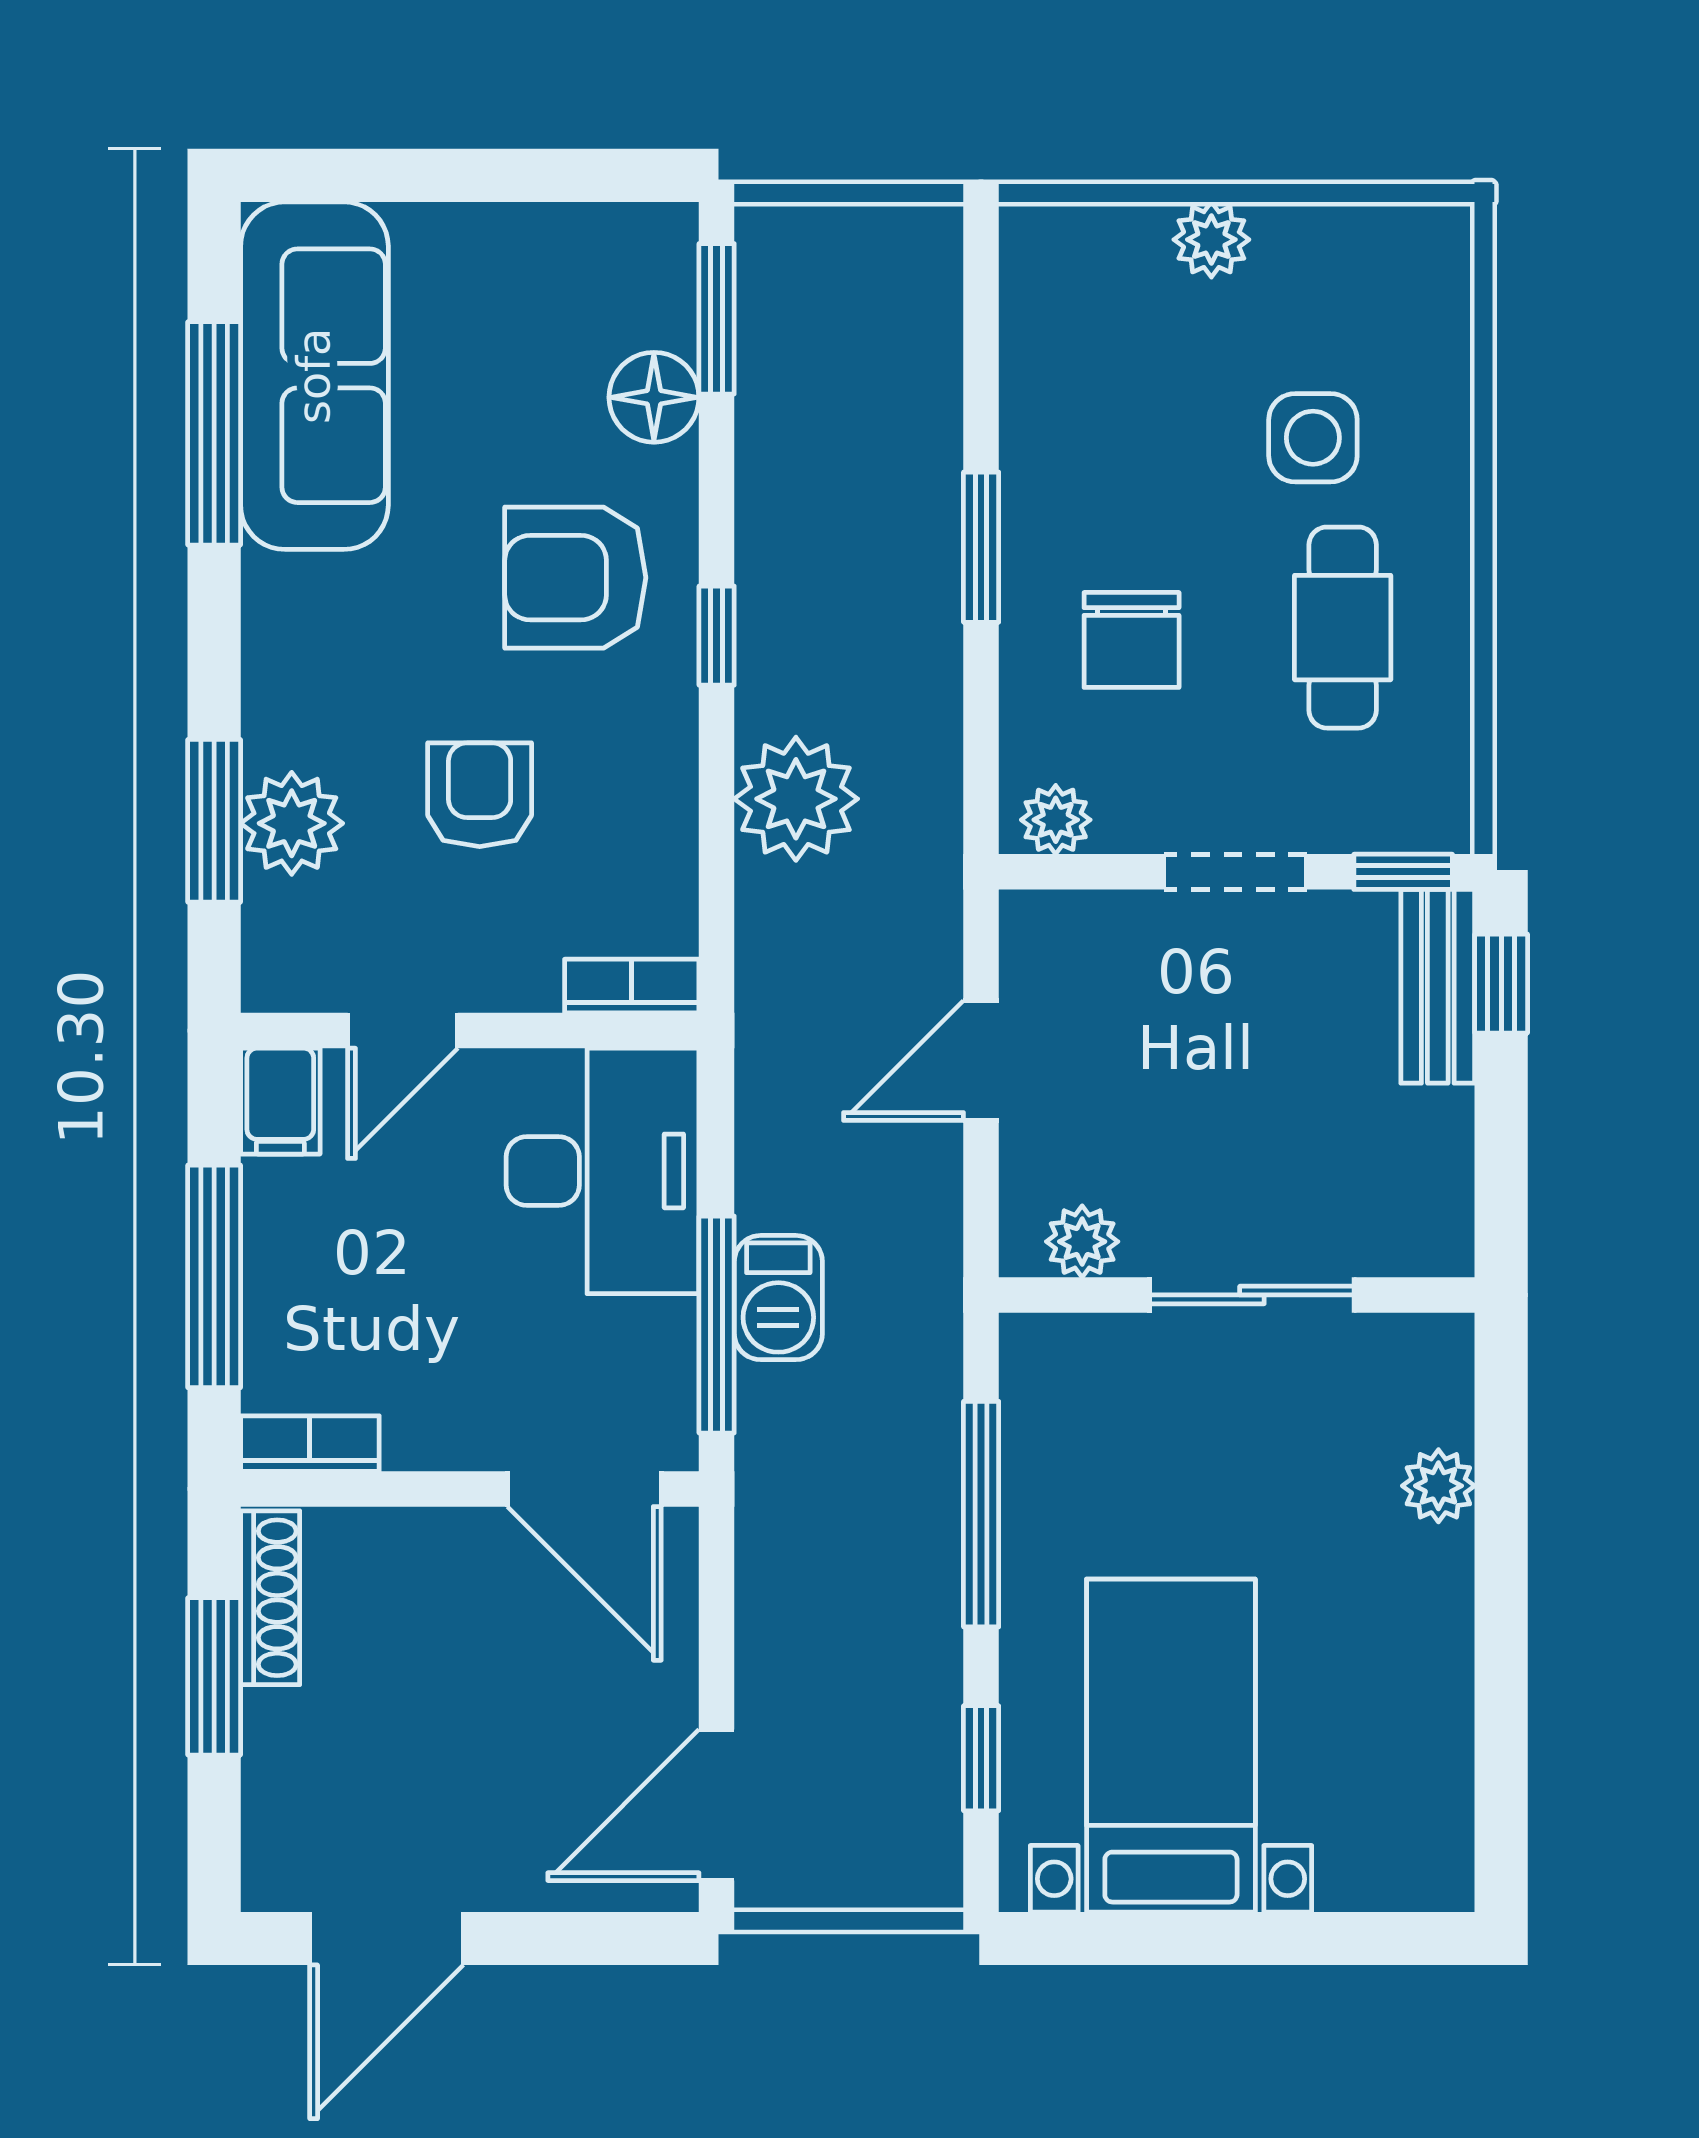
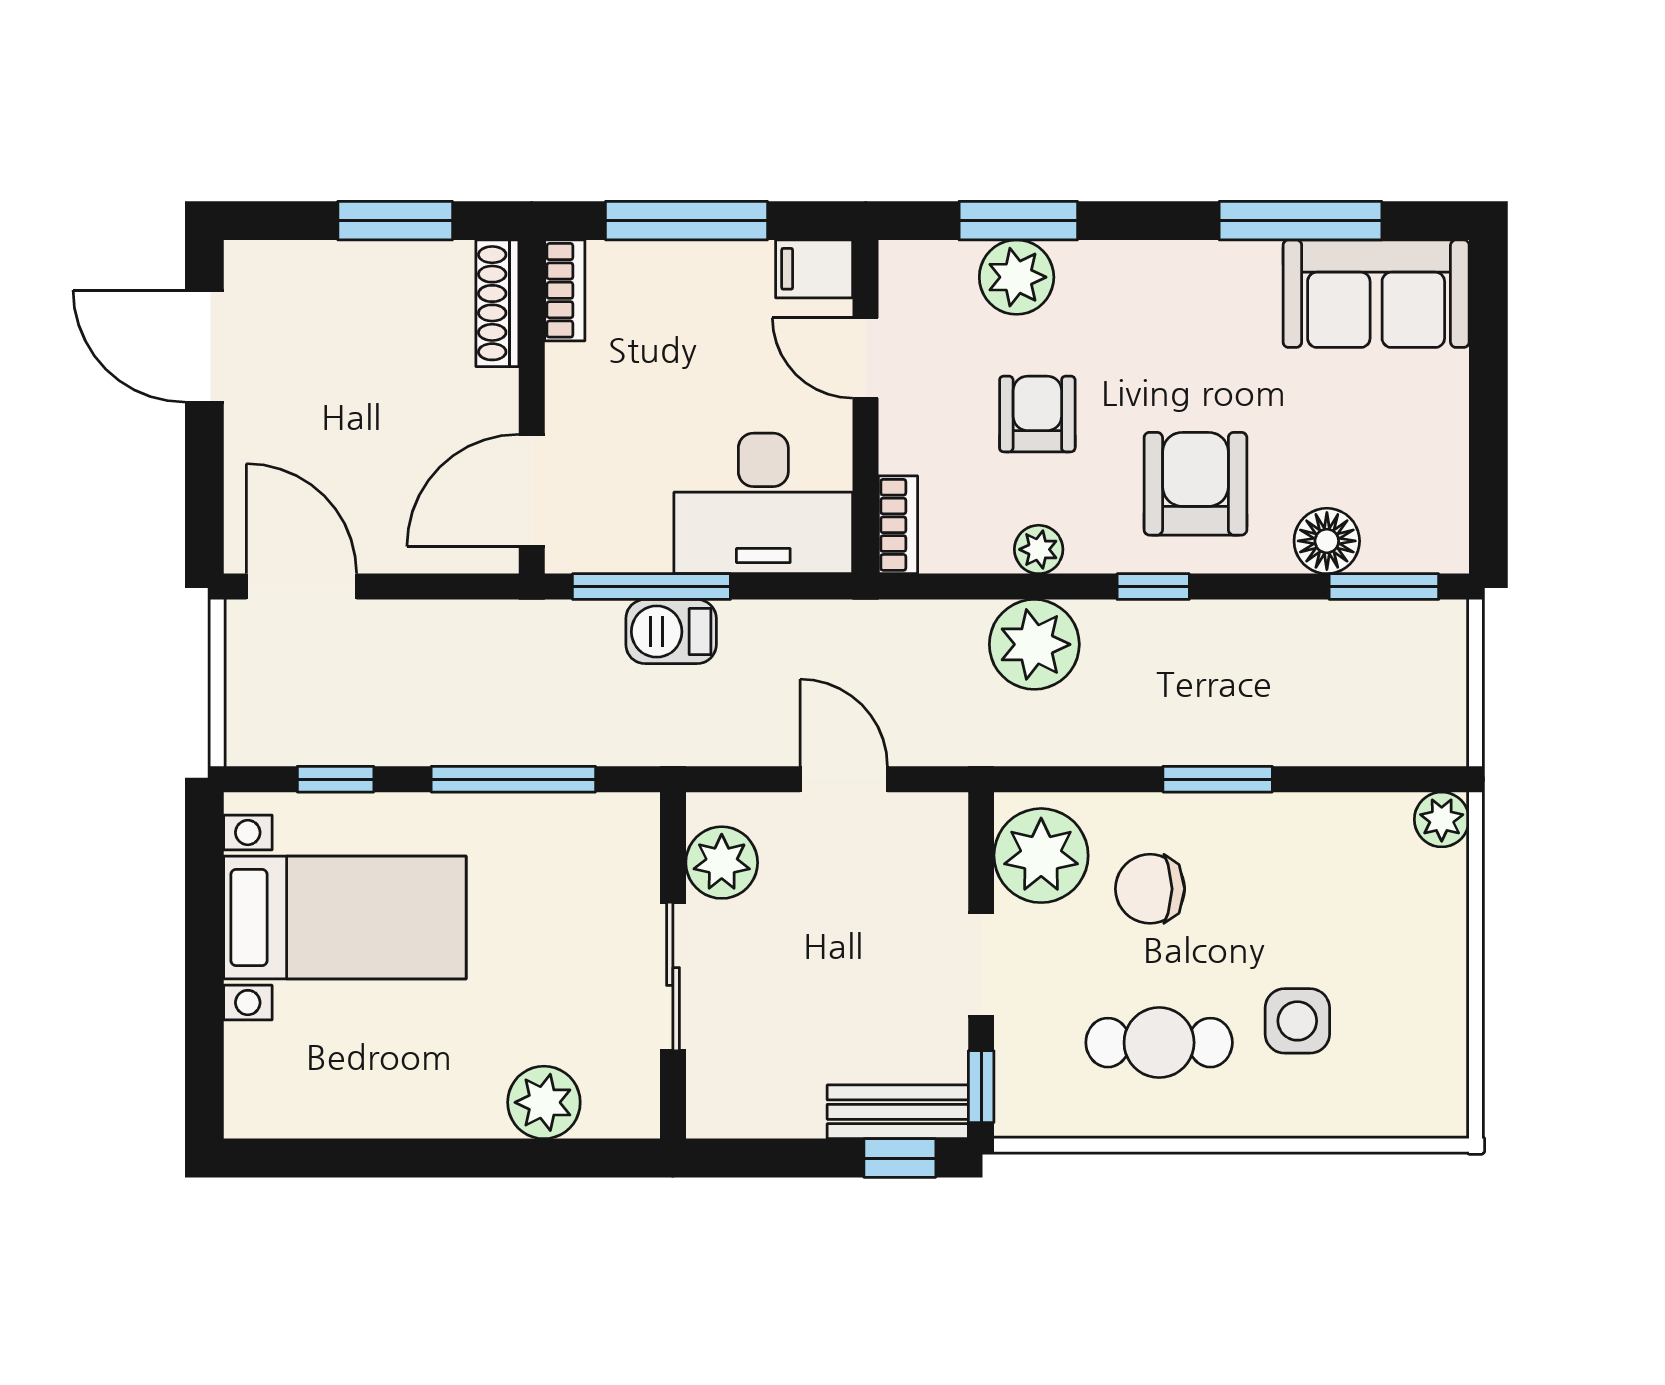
plant: (1211, 240) -> (1442, 819), moved
sofa: (314, 376) -> (1376, 294), width x0.73
plant: (666, 793) -> (1039, 549), added
armchair: (480, 795) -> (1037, 414), turned -90
plant: (1056, 820) -> (1041, 856), width x1.88, depth x1.88
plant: (1082, 1242) -> (722, 863), width x1.38, depth x1.38
plant: (1438, 1486) -> (544, 1102), width x1.38, depth x1.38
shoe rack: (270, 1598) -> (497, 303), moved, turned 90

